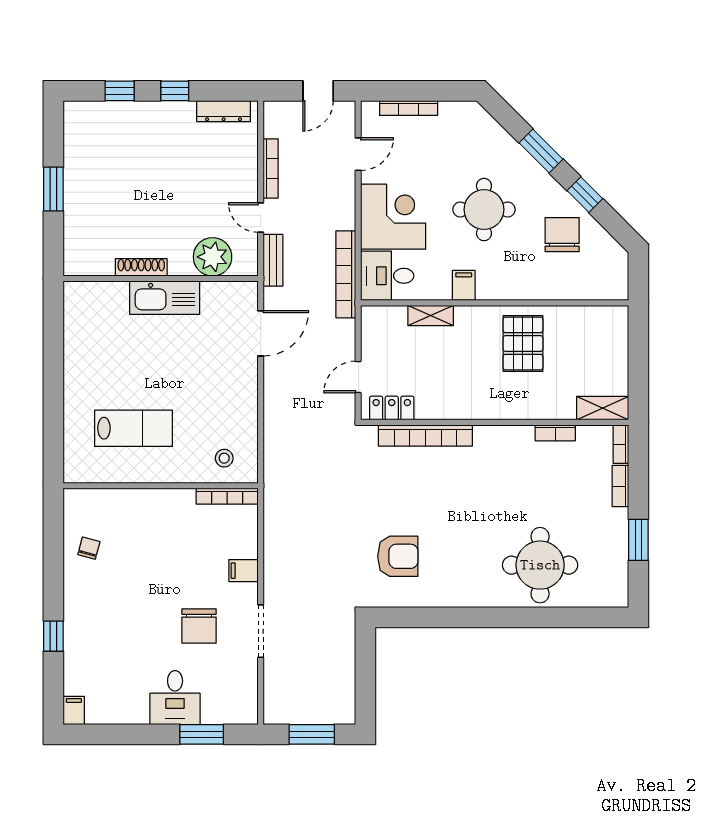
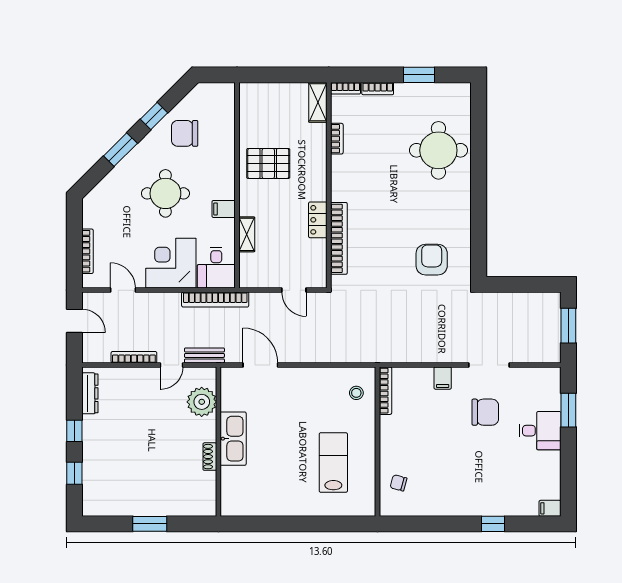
shoe rack: (141, 267) -> (210, 457), width x0.70
locker: (392, 408) -> (318, 220), moved
chair: (89, 548) -> (398, 483), moved

